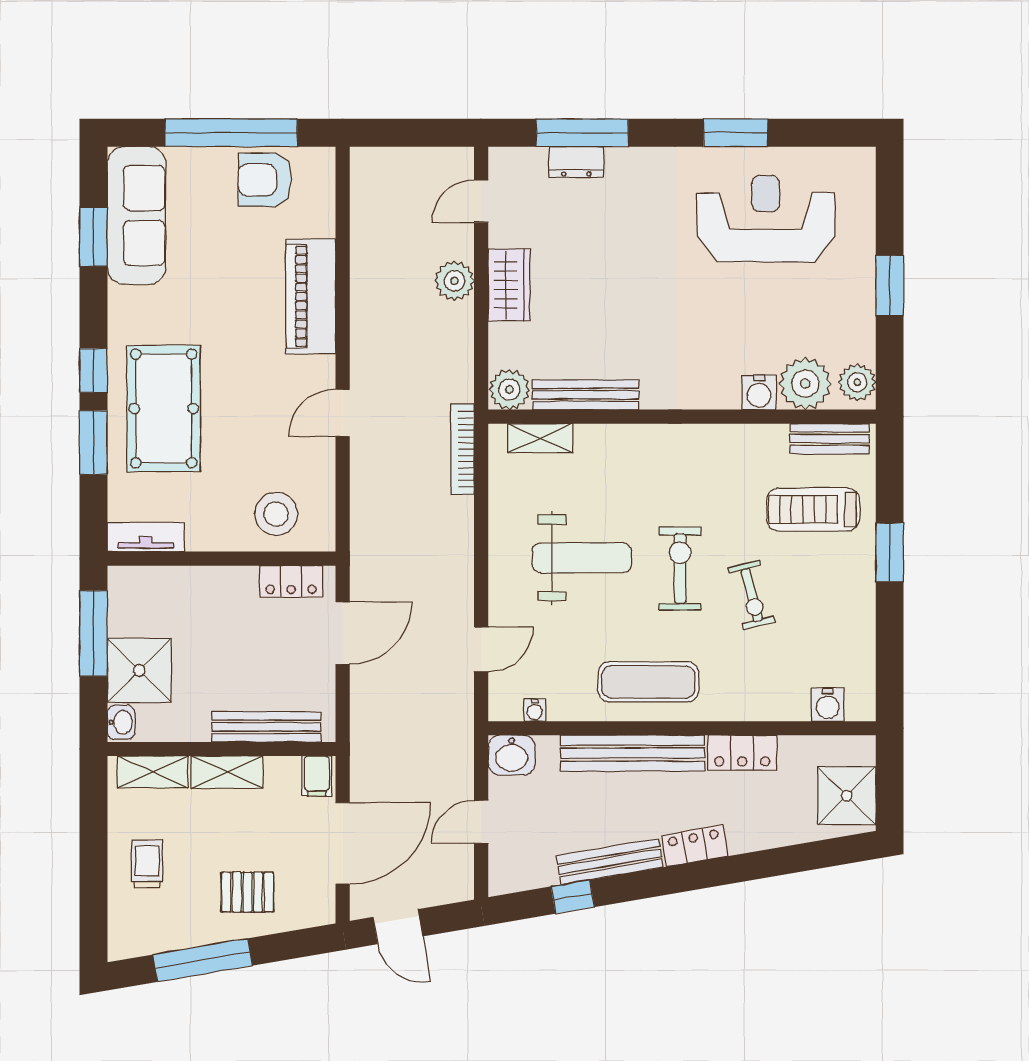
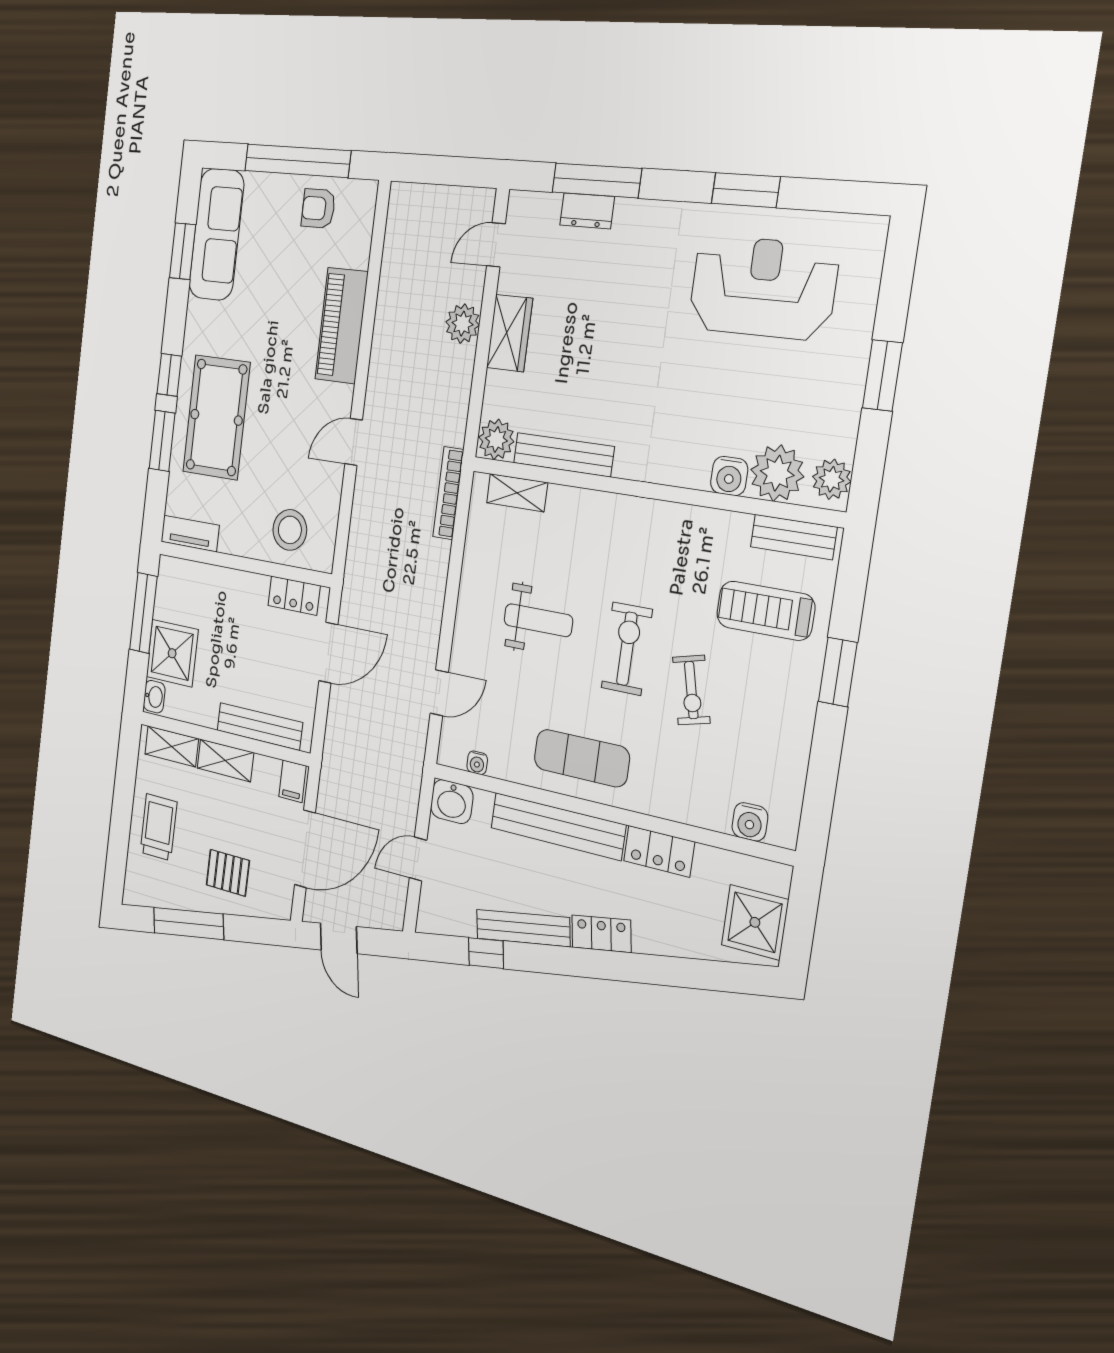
armchair: (265, 180) -> (318, 208), width x0.72, depth x0.72
weight bench: (582, 558) -> (538, 620), width x0.73, depth x0.75
trolley: (147, 864) -> (159, 827), width x1.36, depth x1.39

